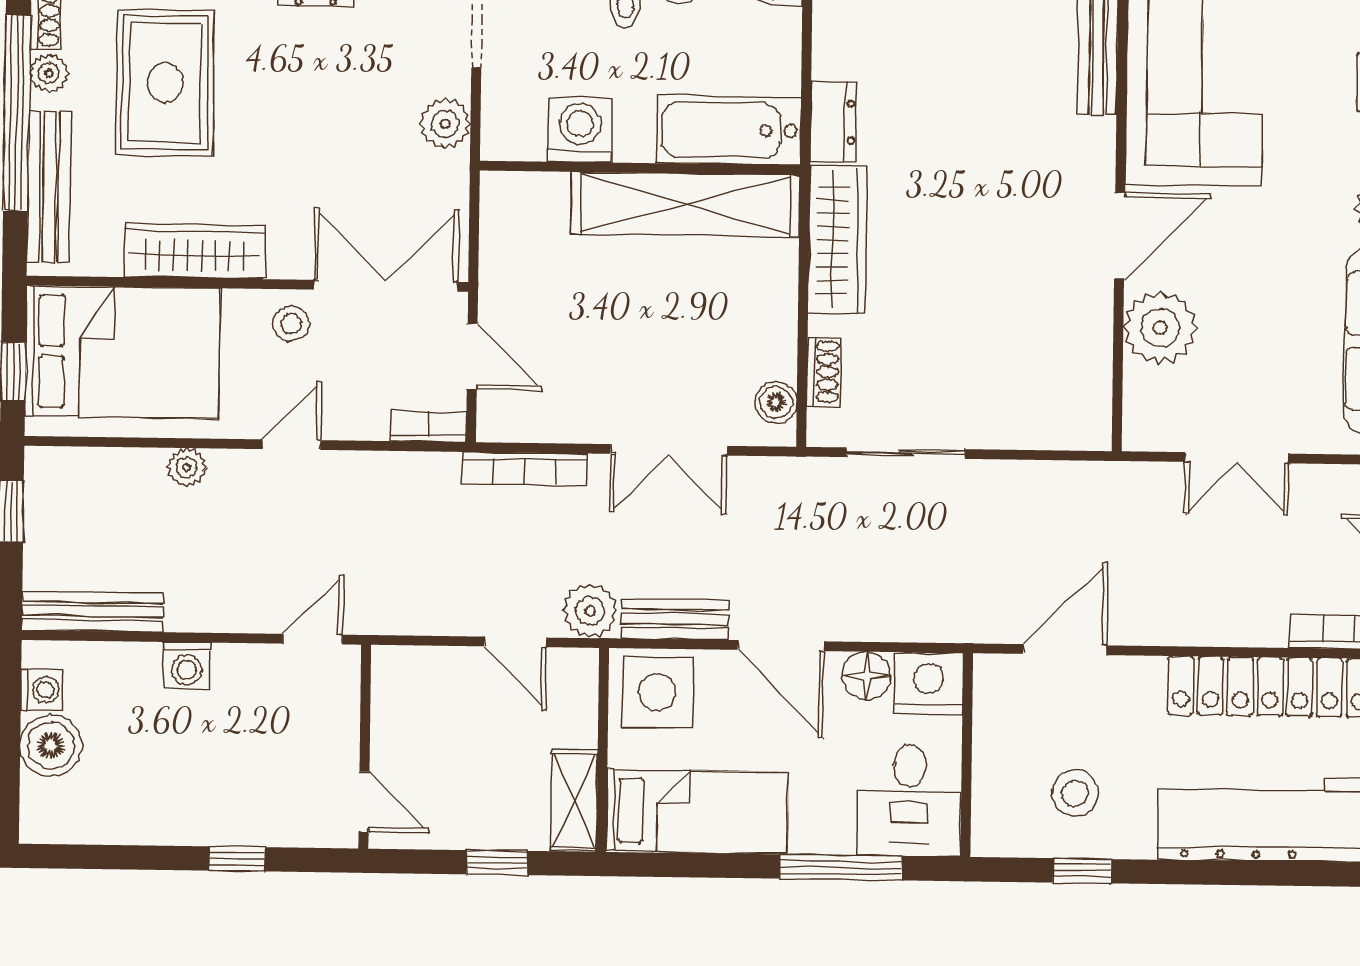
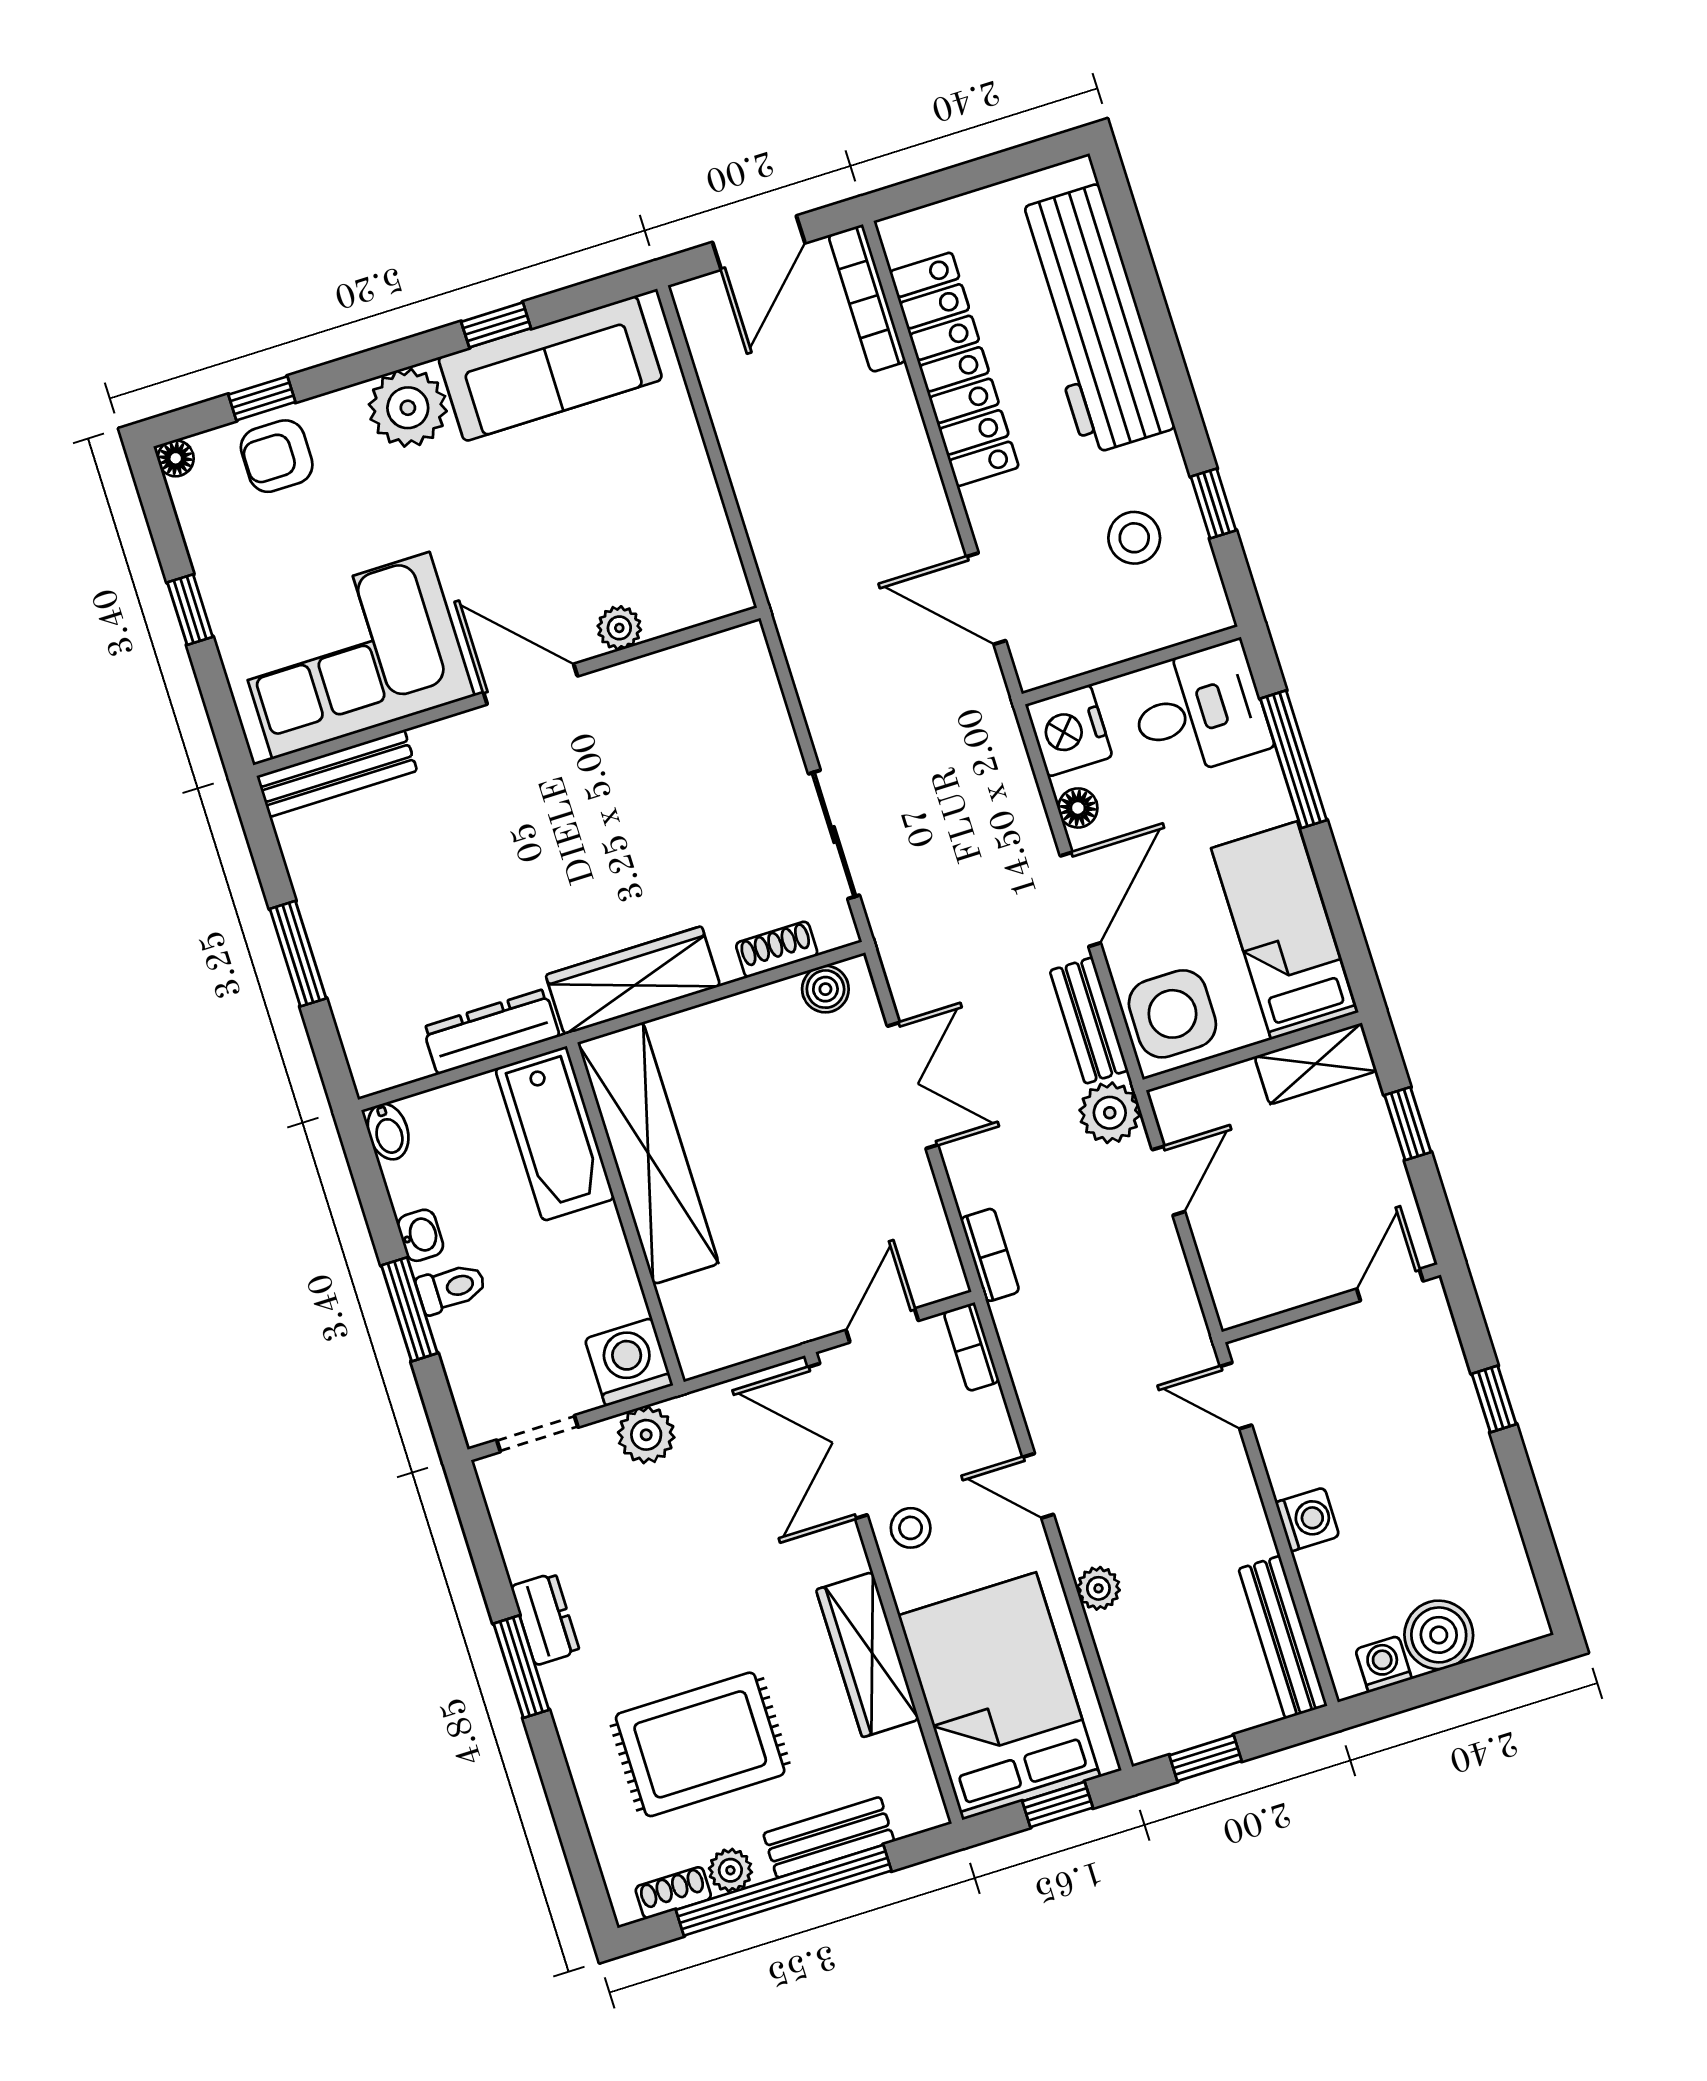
dresser: (833, 122) -> (491, 1032), width x1.44
washing machine: (580, 130) -> (629, 1362), moved, turned 90
bench: (49, 187) -> (829, 1837), width x0.73
plant: (1160, 328) -> (619, 628), width x0.53, depth x0.53
double door: (1237, 458) -> (724, 483), removed
bookcase: (525, 469) -> (990, 1255), width x0.64
floor lamp: (866, 676) -> (1078, 808), width x0.73, depth x0.73

